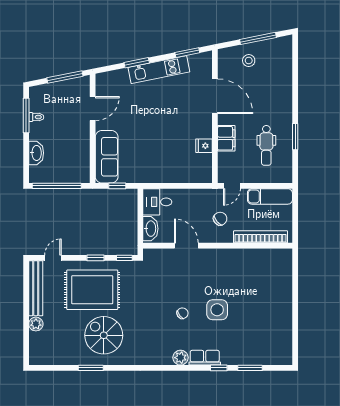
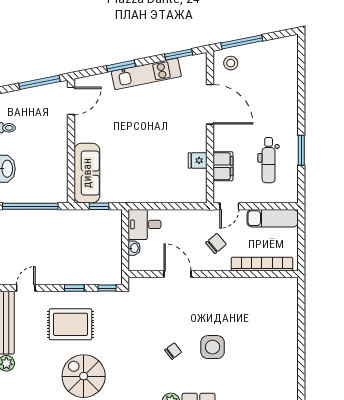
window: (258, 38) -> (242, 42), moved
stool: (249, 61) -> (231, 63), moved
door: (93, 109) -> (71, 101), moved
filing cabinet: (226, 138) -> (223, 166), moved
washbasin: (150, 229) -> (134, 248), width x0.52, depth x0.69
rug: (92, 290) -> (71, 324), width x0.73, depth x0.69

